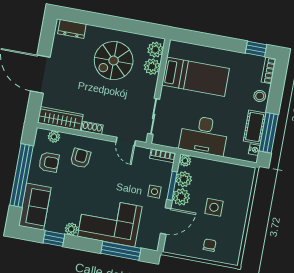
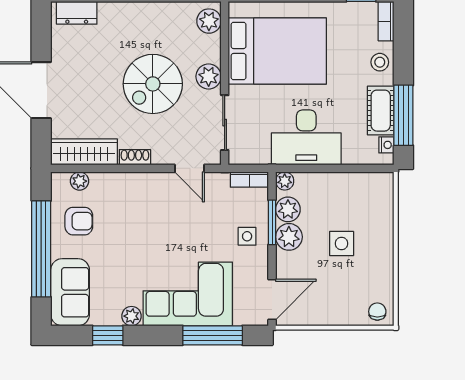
spiral stairs: (114, 61) -> (153, 84), moved
plant: (152, 67) -> (209, 76), moved
bed: (196, 77) -> (277, 51), width x1.50
armchair: (81, 158) -> (126, 206), removed
door: (166, 221) -> (272, 299), moved
chair: (210, 245) -> (377, 312), moved

